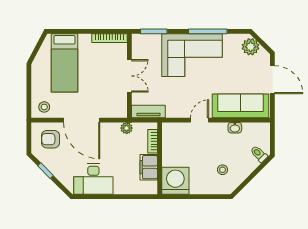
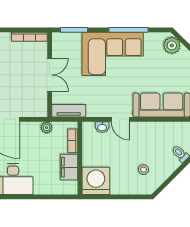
door: (200, 120) -> (120, 119), swing flipped
washbasin: (235, 128) -> (102, 127), moved

